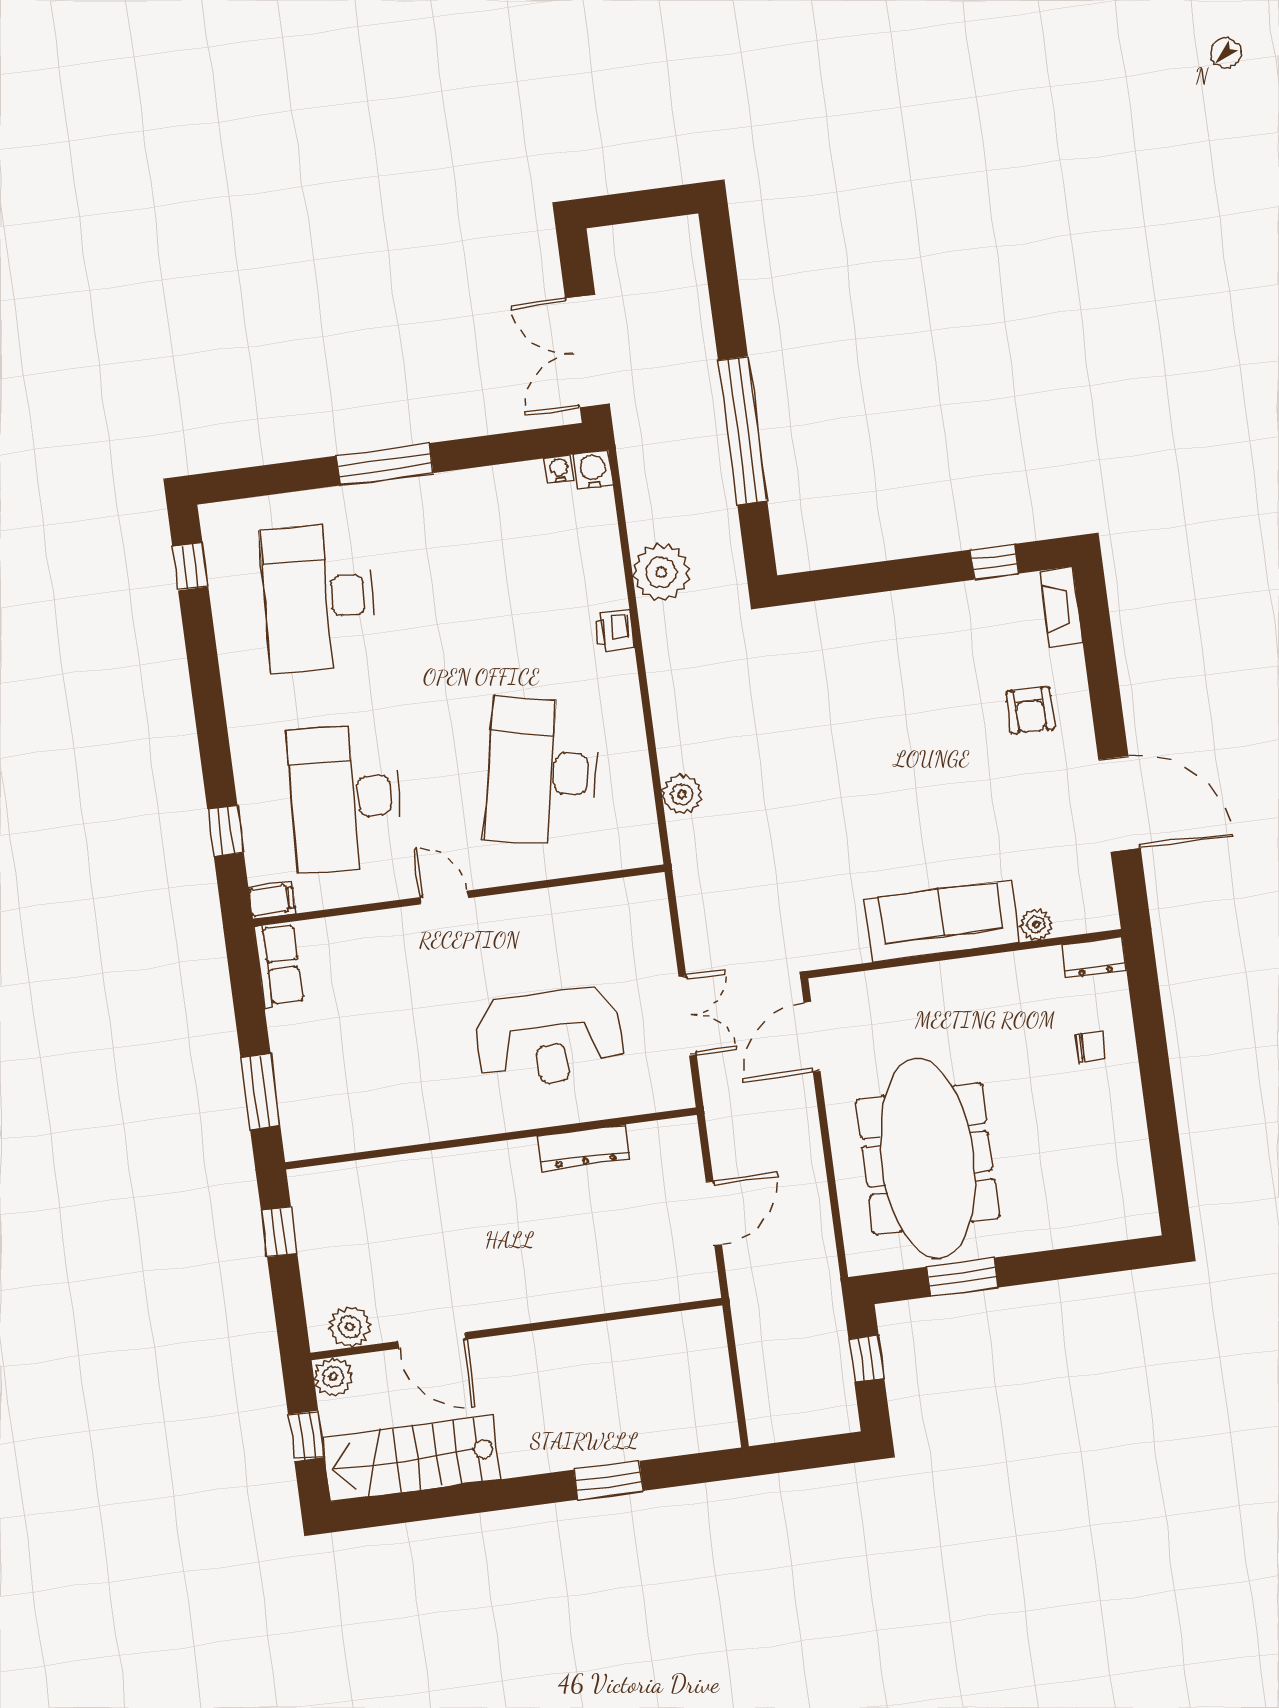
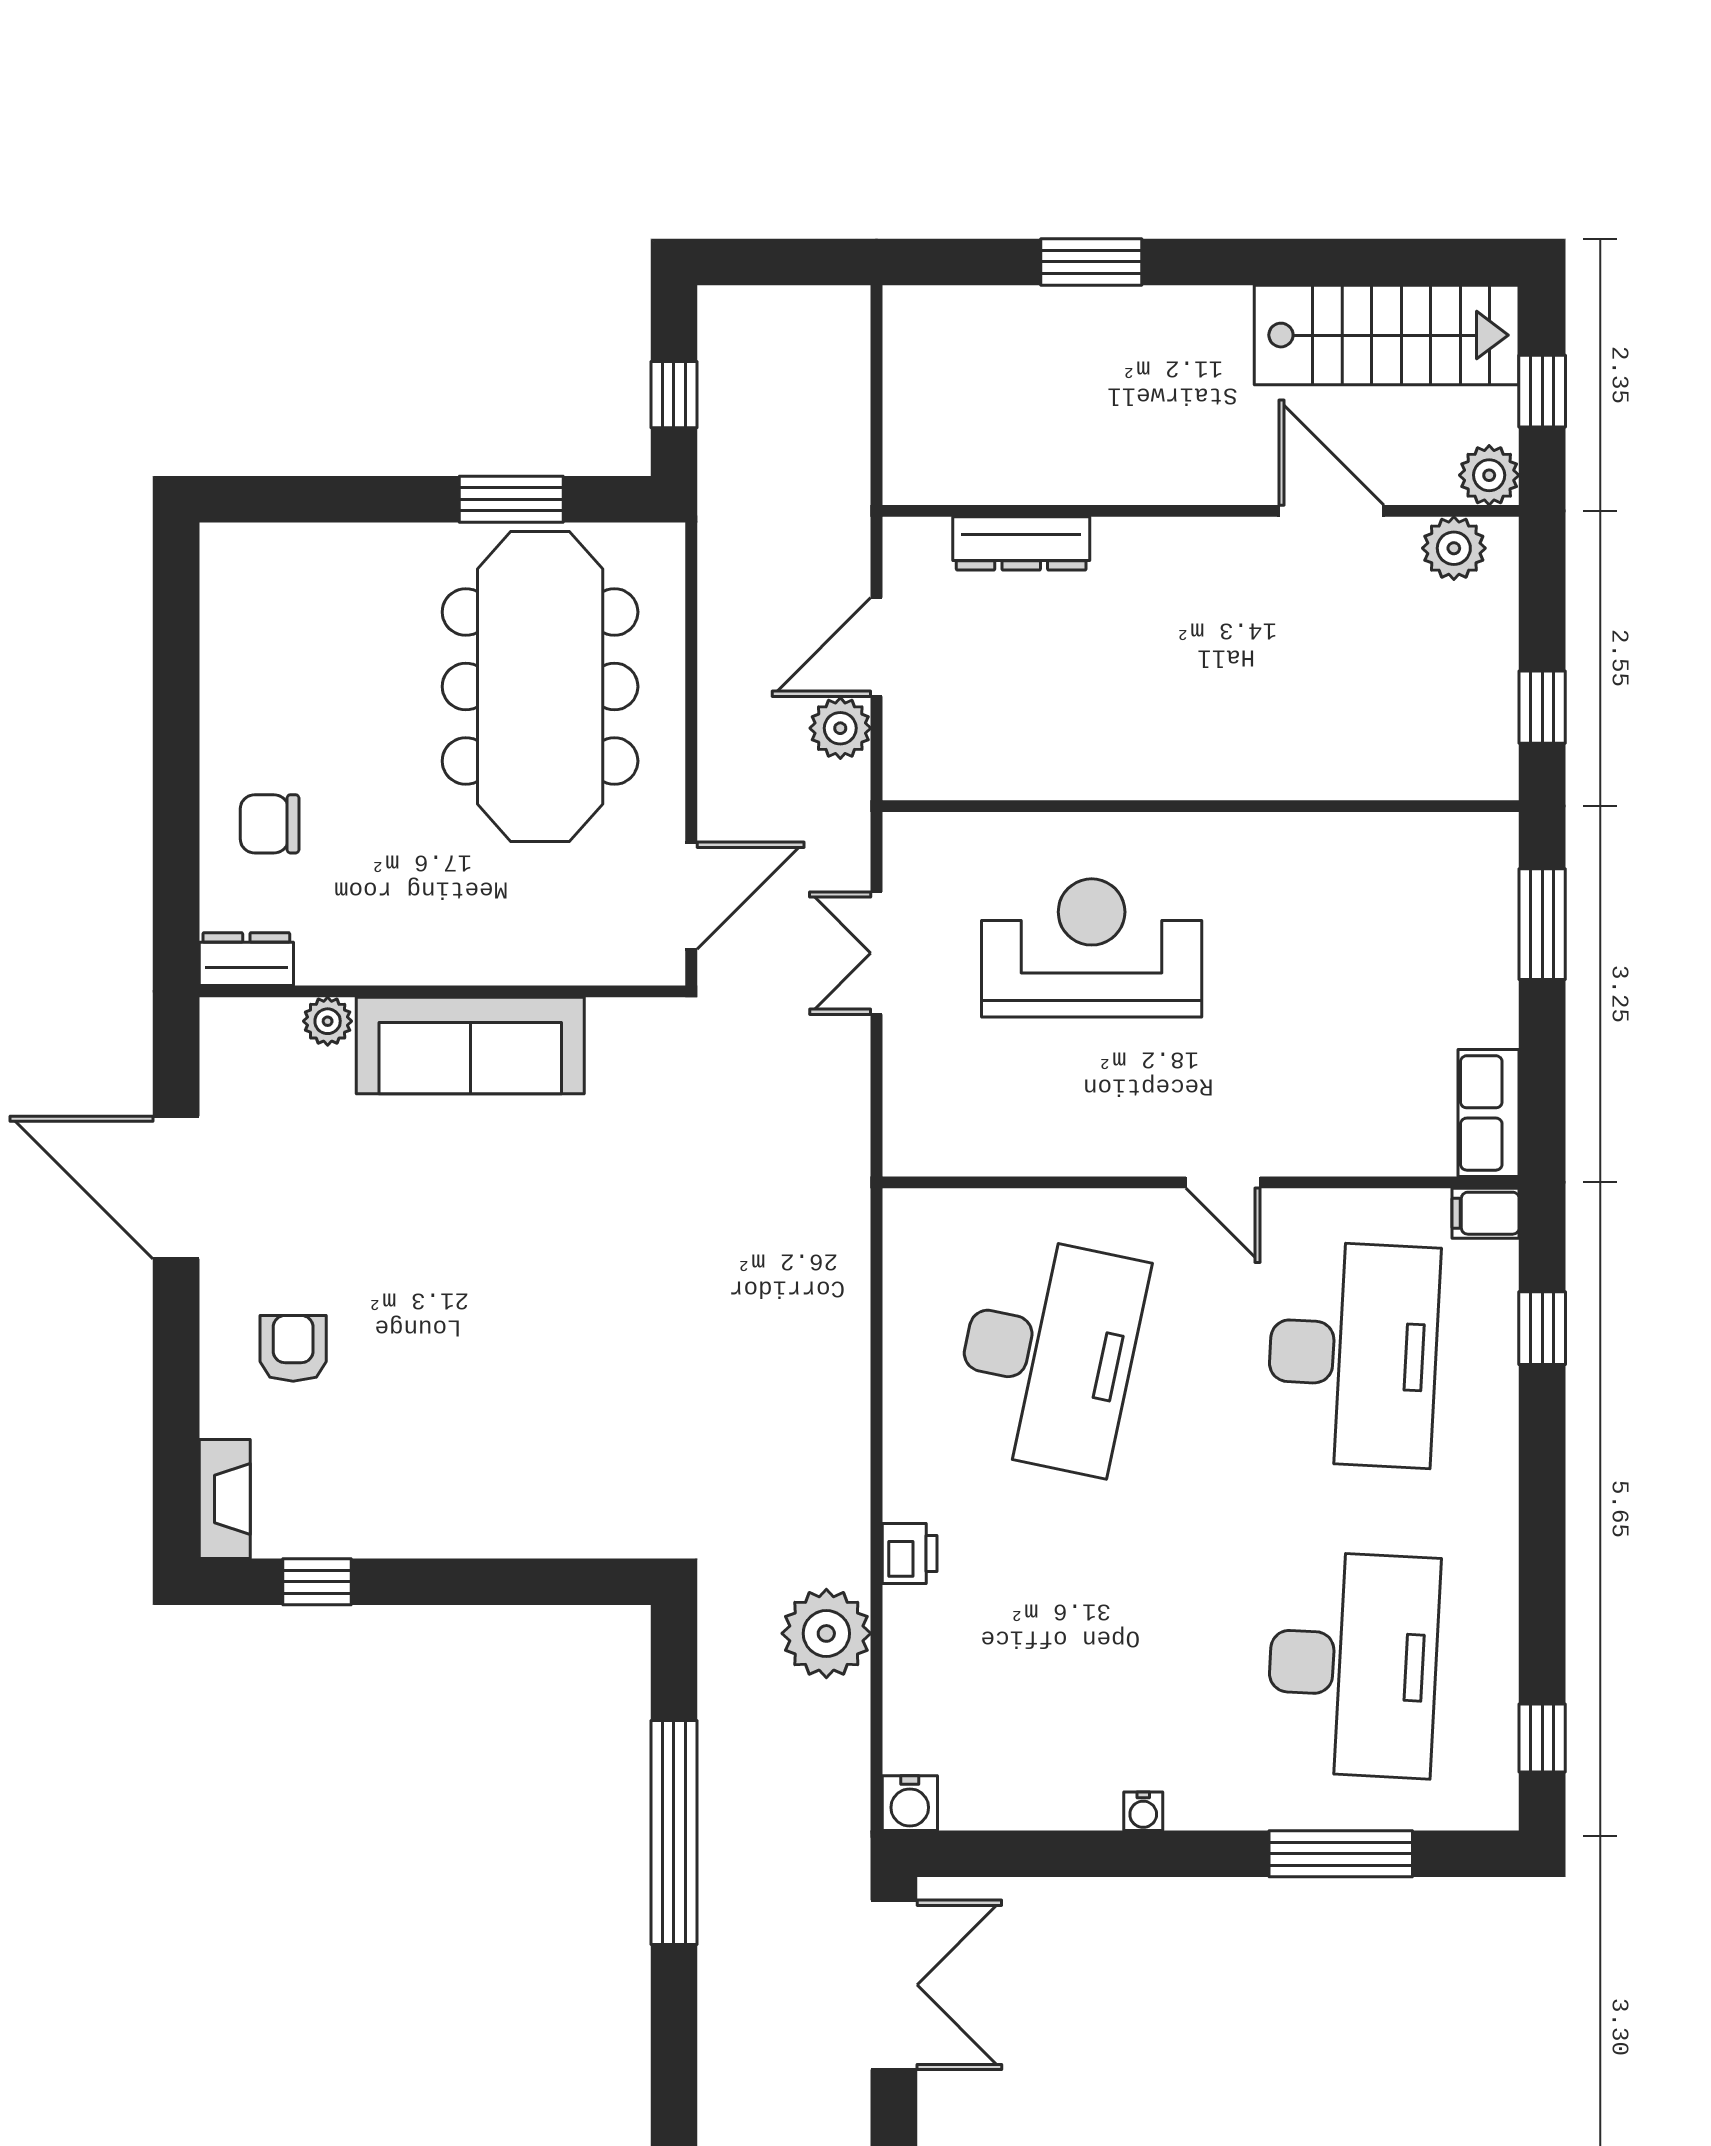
window: (385, 464) -> (1341, 1854), moved
water cooler: (559, 469) -> (1143, 1811), moved
plant: (682, 794) -> (840, 728), moved
chair: (1090, 1047) -> (270, 824), width x1.37, depth x1.37
dresser: (584, 1147) -> (1021, 543), moved, turned 180

